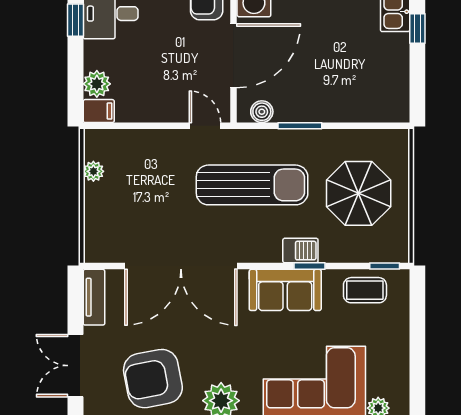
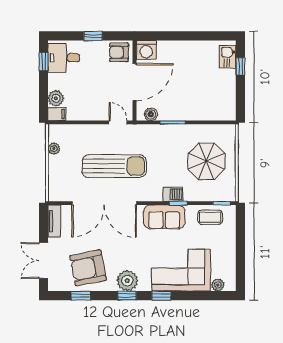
sun lounger: (252, 185) -> (114, 166), moved

